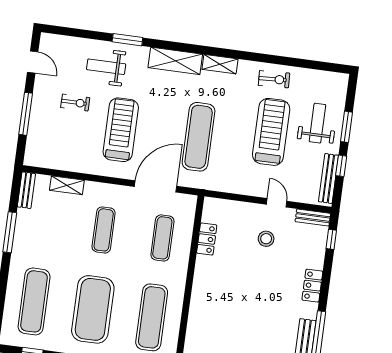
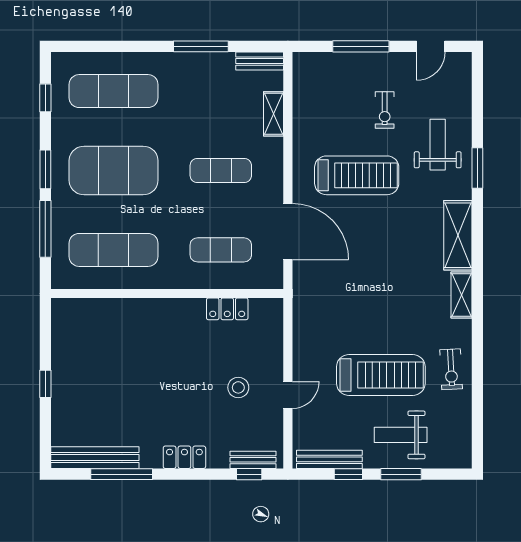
weight bench: (317, 123) -> (401, 435), turned 180
exercise mat: (199, 137) -> (361, 280), removed
bench: (313, 218) -> (253, 460), moved, turned 90

